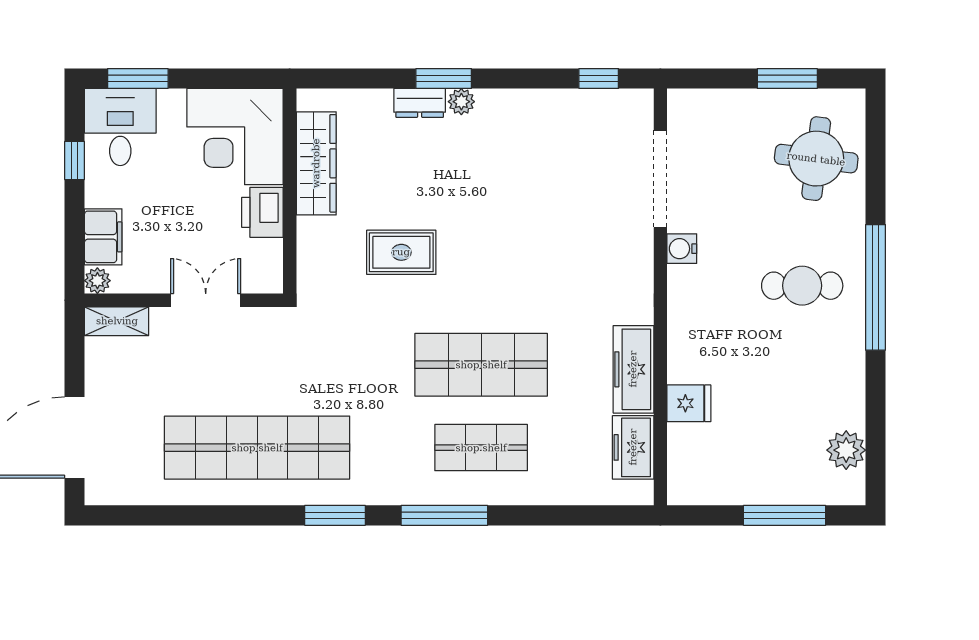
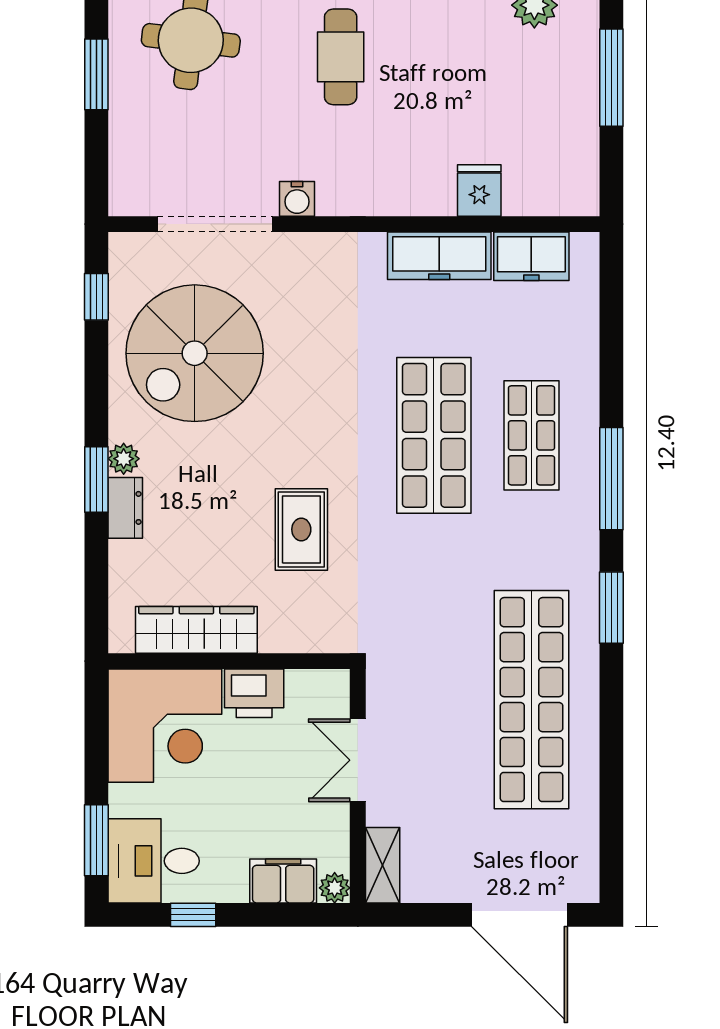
spiral stairs: (551, 162) -> (195, 353), added

